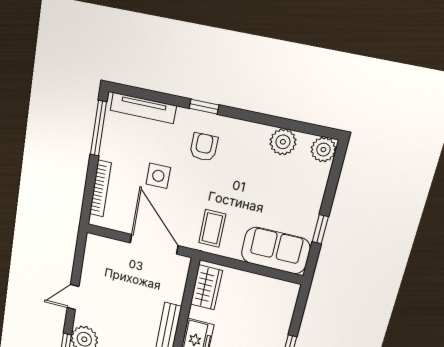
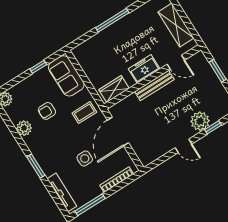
window: (204, 107) -> (36, 166), width x1.50
plant: (283, 142) -> (24, 128), moved
armchair: (204, 147) -> (47, 111), moved

